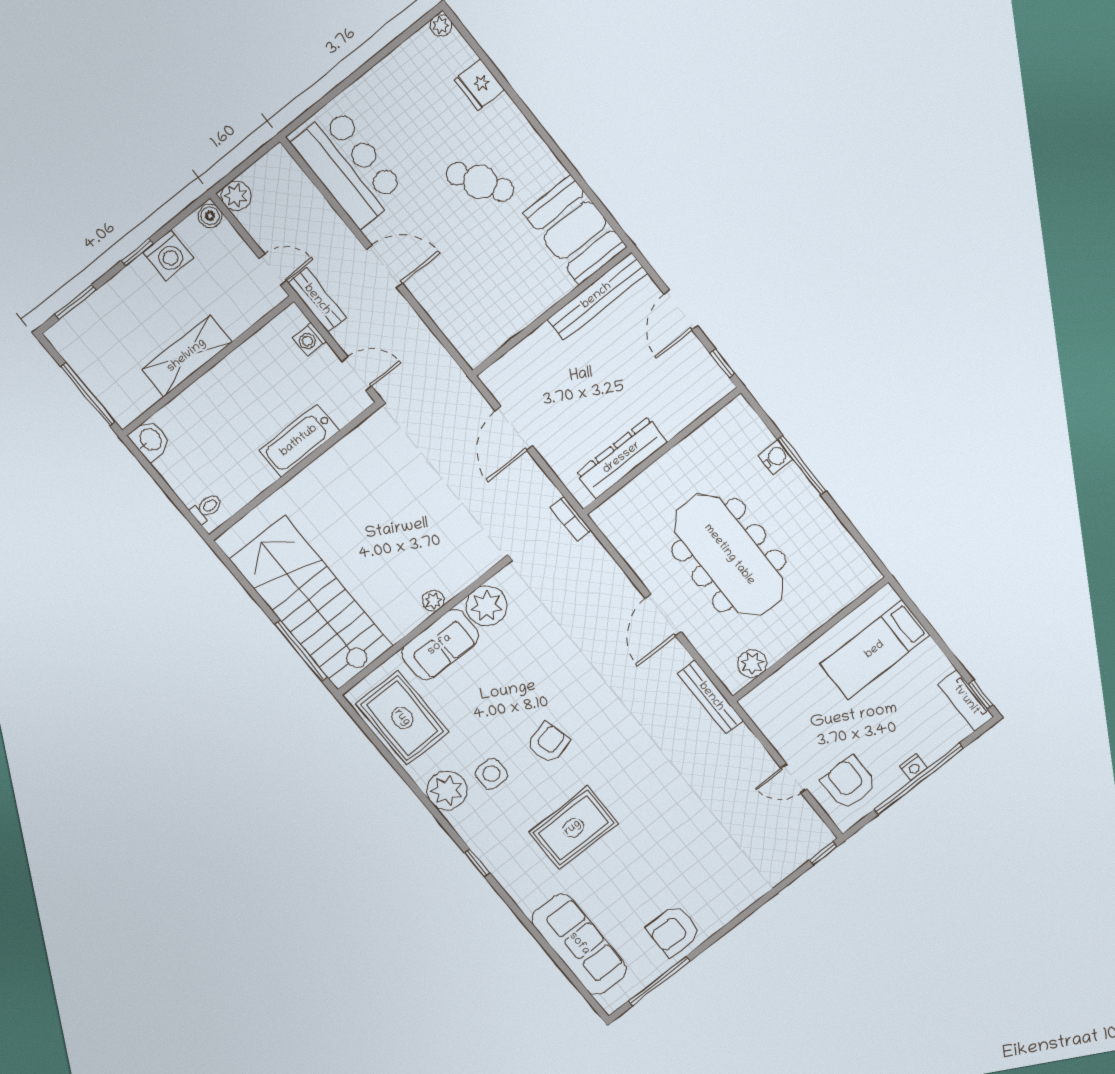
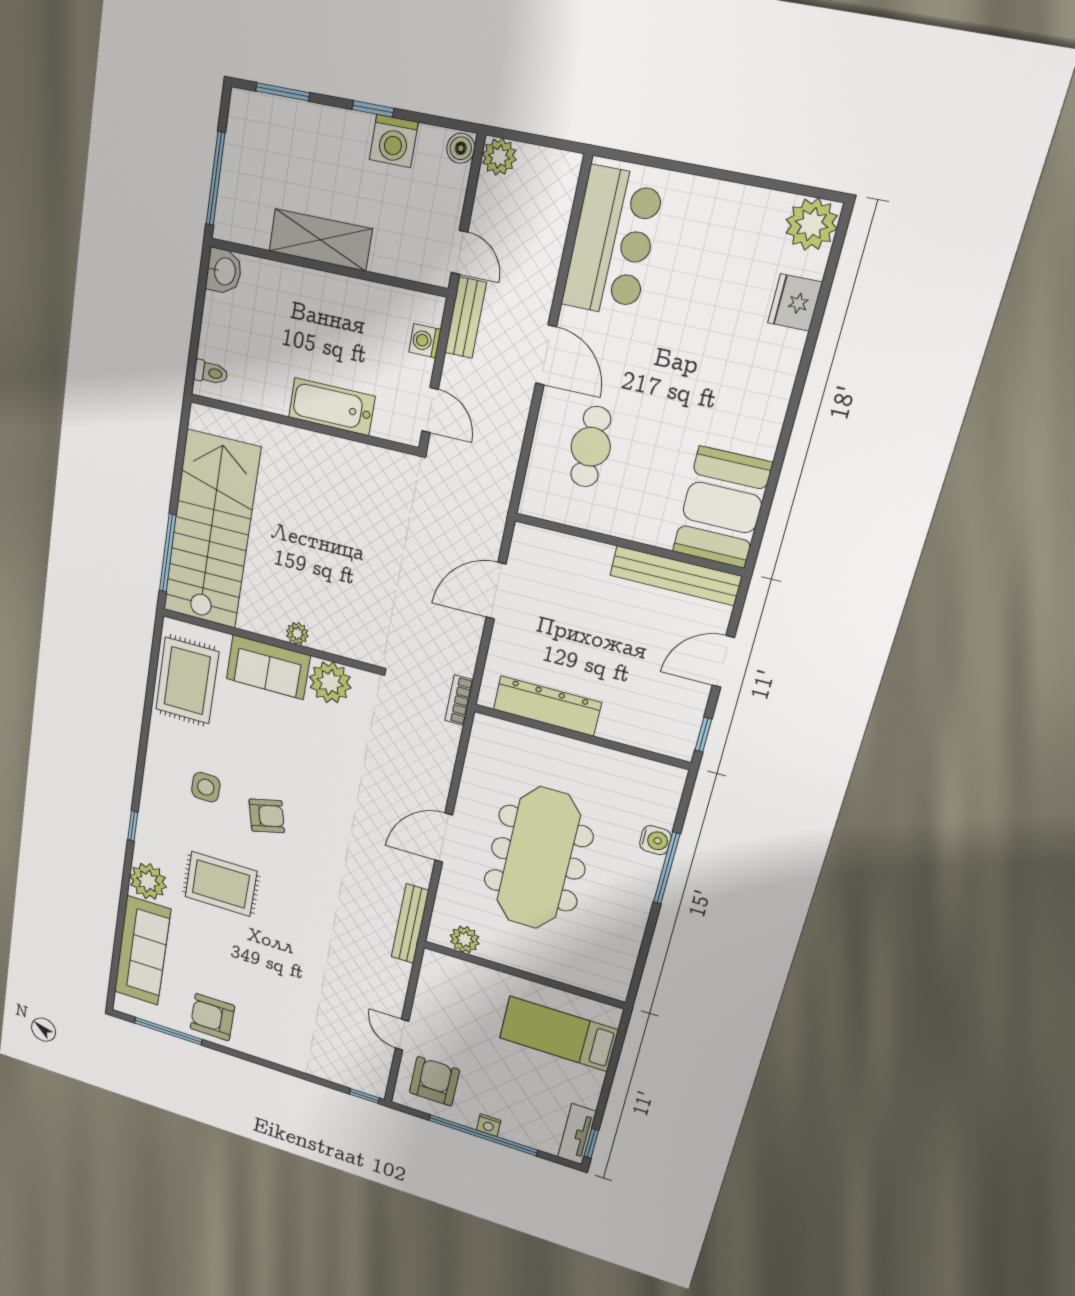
plant: (441, 25) -> (812, 224), width x1.88, depth x1.88
cafe table: (480, 182) -> (591, 447), moved, turned 32
plant: (447, 791) -> (148, 881), moved

